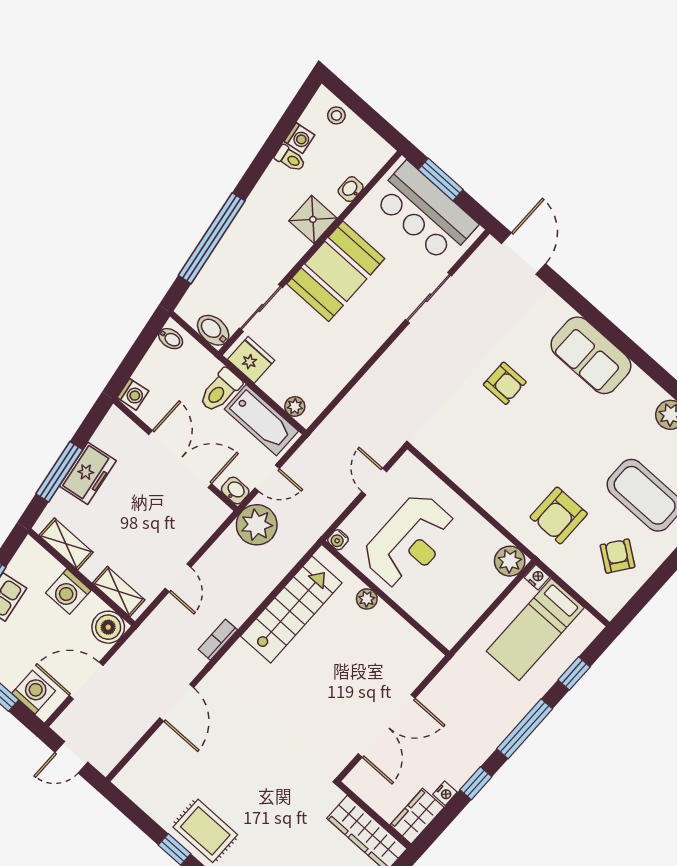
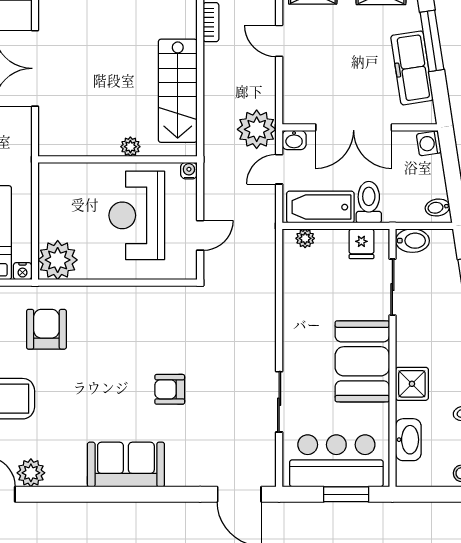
washbasin: (351, 189) -> (408, 440), width x1.91, depth x1.45
fridge: (251, 360) -> (361, 244), width x0.72
freezer: (88, 473) -> (412, 68), width x1.40
door: (374, 482) -> (200, 235), hinge flipped
plant: (510, 561) -> (58, 260), width x1.36, depth x1.36

